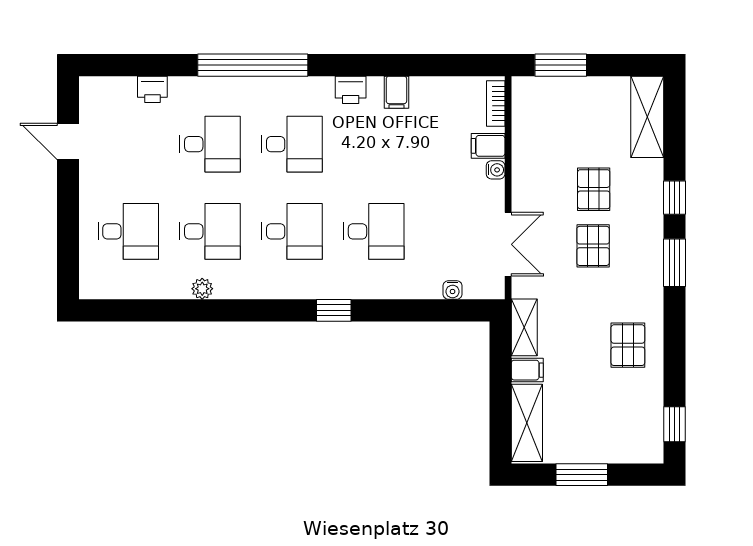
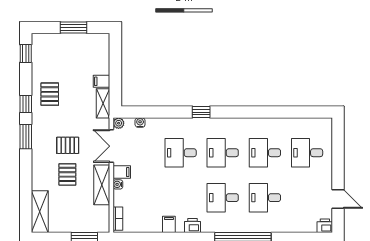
printer: (152, 89) -> (325, 226), moved
filing cabinet: (488, 146) -> (122, 172), moved
window: (675, 198) -> (26, 104), moved
pallet: (593, 246) -> (68, 145), turned 90
plant: (202, 289) -> (119, 123), moved
shelving: (527, 423) -> (102, 185), moved

